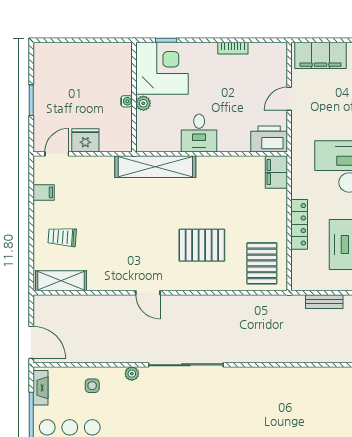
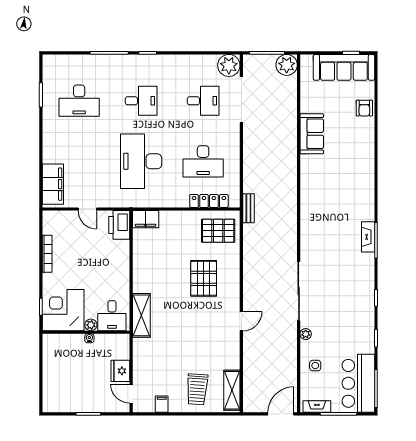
bookcase: (233, 48) -> (47, 254), width x1.56
desk: (199, 133) -> (112, 316), moved, turned 90
shelving: (155, 167) -> (141, 315), width x0.68
locker: (299, 224) -> (209, 201), moved
trolley: (62, 237) -> (197, 389), width x1.36, depth x1.39
bench: (324, 302) -> (248, 208), moved

